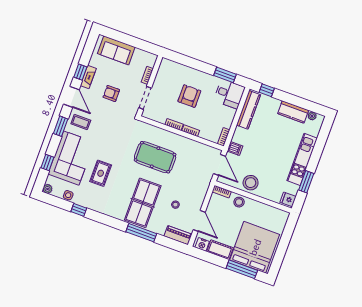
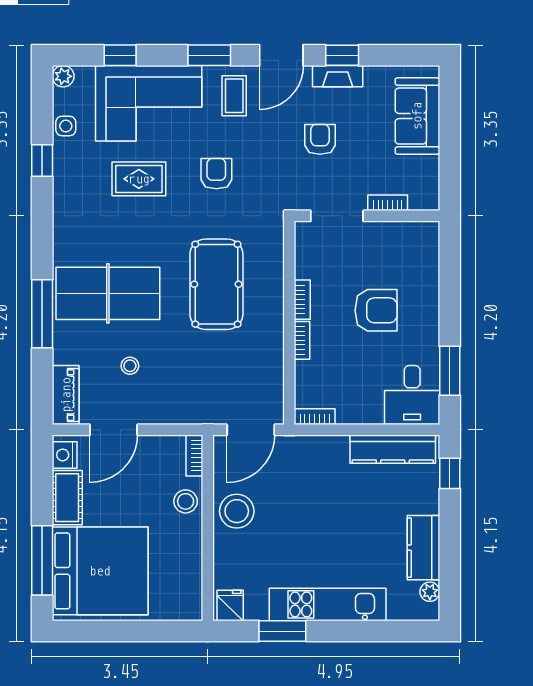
armchair: (110, 141) -> (216, 174), added
dishwasher: (235, 149) -> (298, 450), removed

